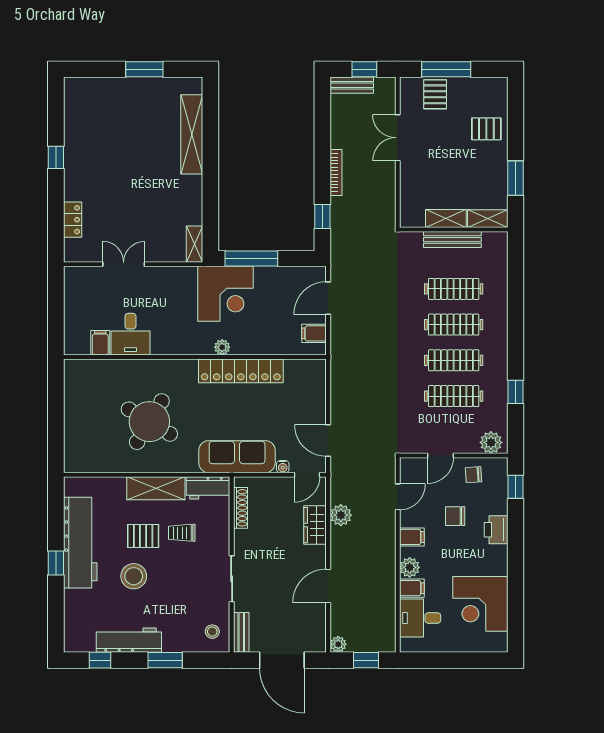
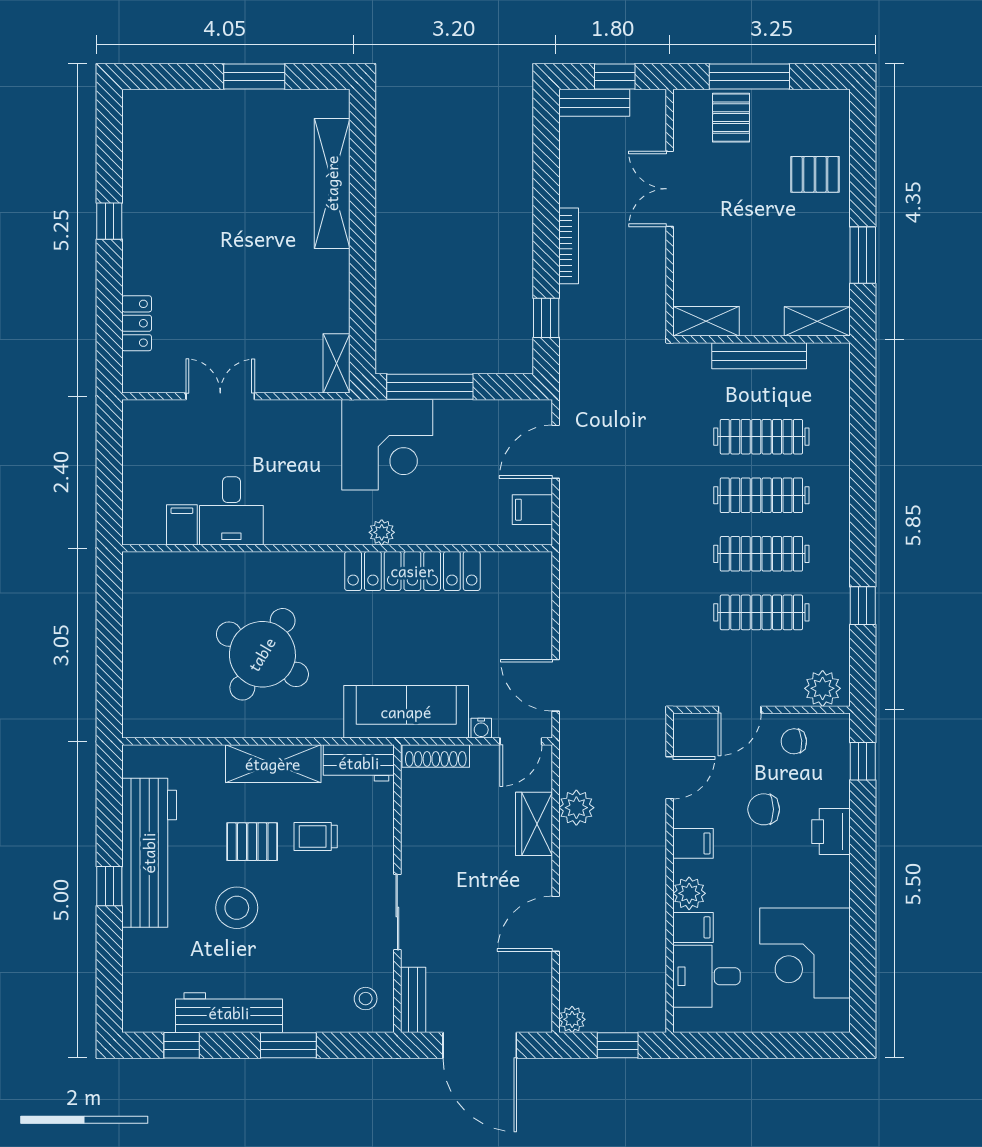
shelving: (446, 218) -> (706, 321), moved
shoe rack: (241, 508) -> (436, 756), moved, turned 90

